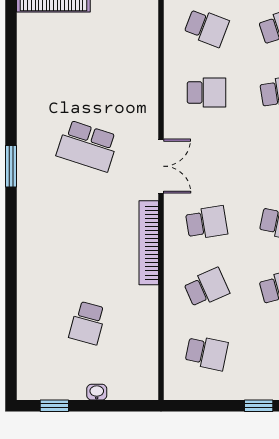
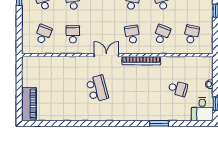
school desk: (87, 146) -> (97, 89), turned -33
window: (11, 166) -> (159, 123), moved
school desk: (207, 288) -> (162, 34), turned 45
desk: (42, 377) -> (202, 109), added

